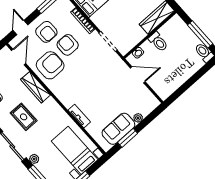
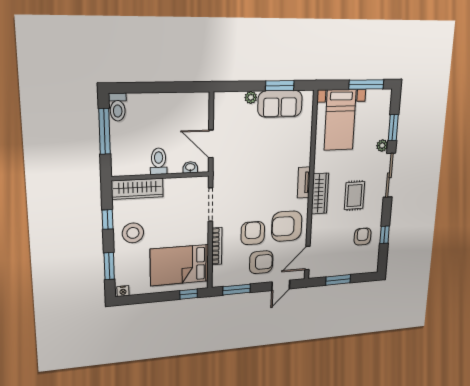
armchair: (46, 32) -> (261, 262), turned 90
armchair: (68, 45) -> (253, 233), turned 180
wardrobe: (36, 87) -> (320, 194), moved
tv unit: (79, 116) -> (304, 183), moved

